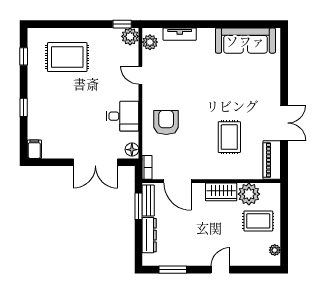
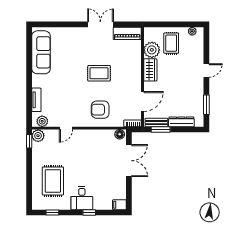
desk: (123, 116) -> (82, 198), moved, turned 180
rug: (229, 137) -> (99, 73), moved
door: (220, 270) -> (206, 70), swing flipped

